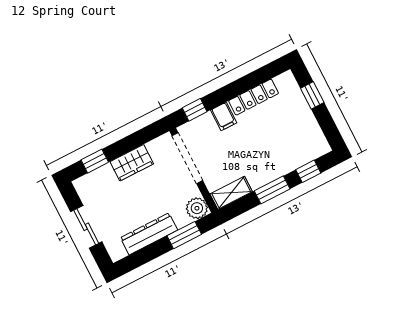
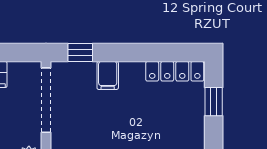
locker: (254, 97) -> (175, 71), moved

